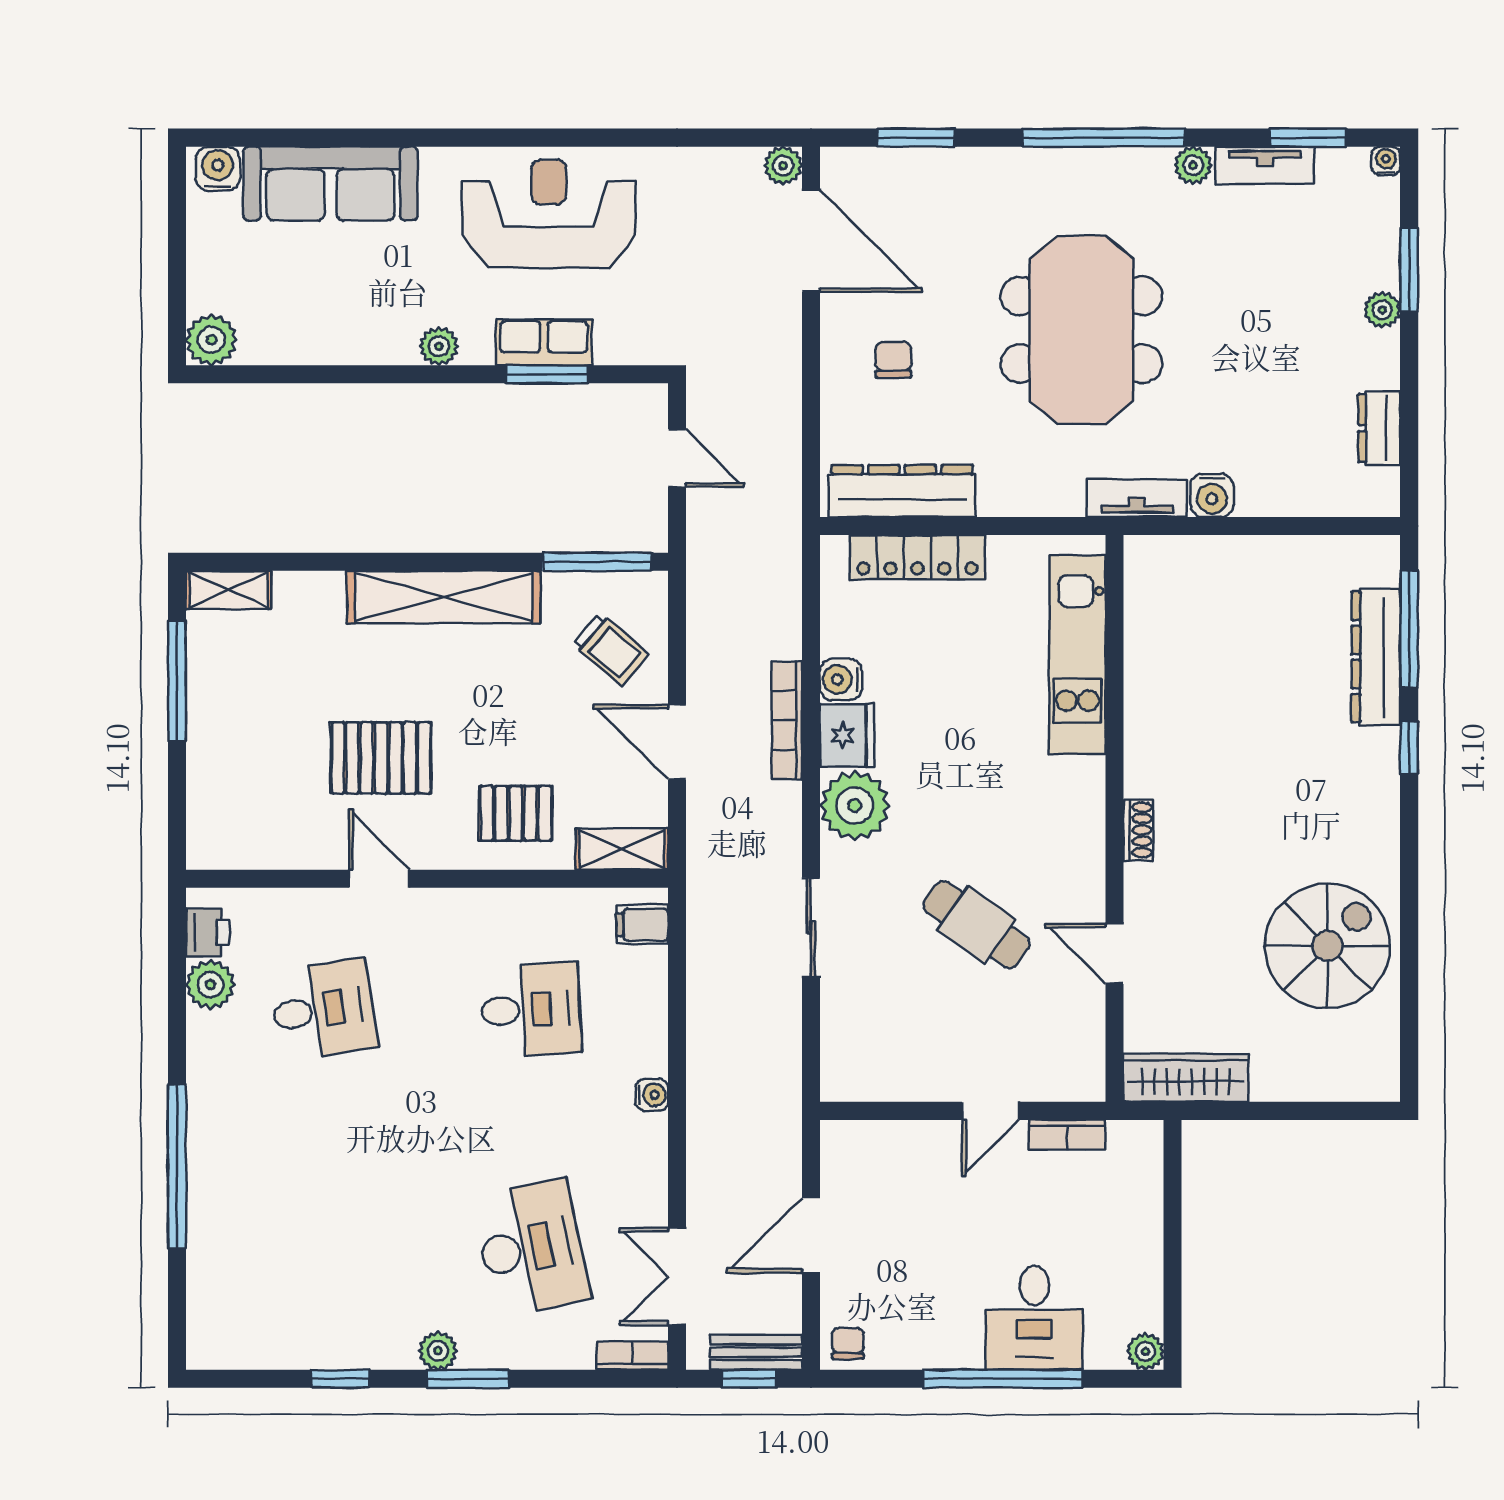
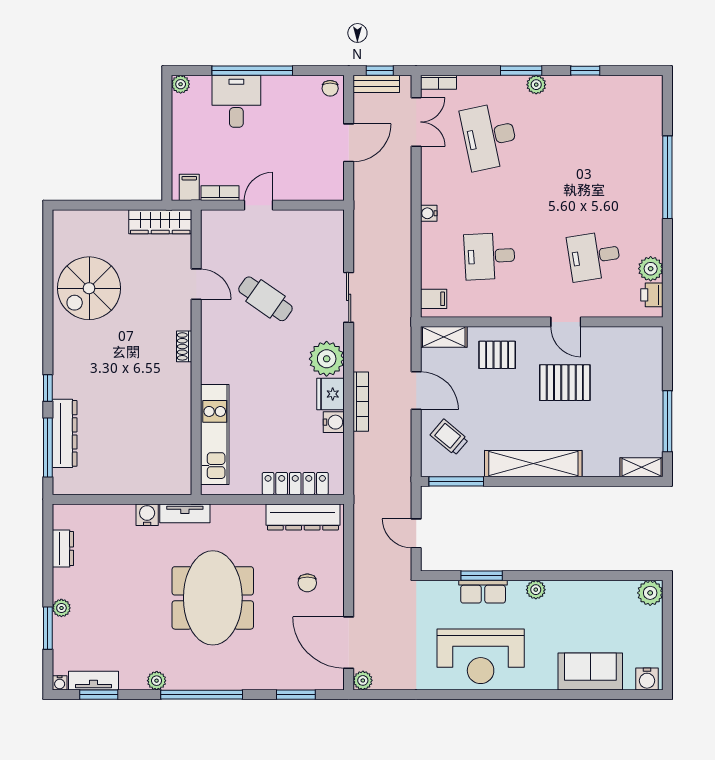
tv unit: (1265, 165) -> (93, 681), moved
sofa: (330, 184) -> (590, 671), width x0.73
filing cabinet: (1128, 1146) -> (189, 187), added

